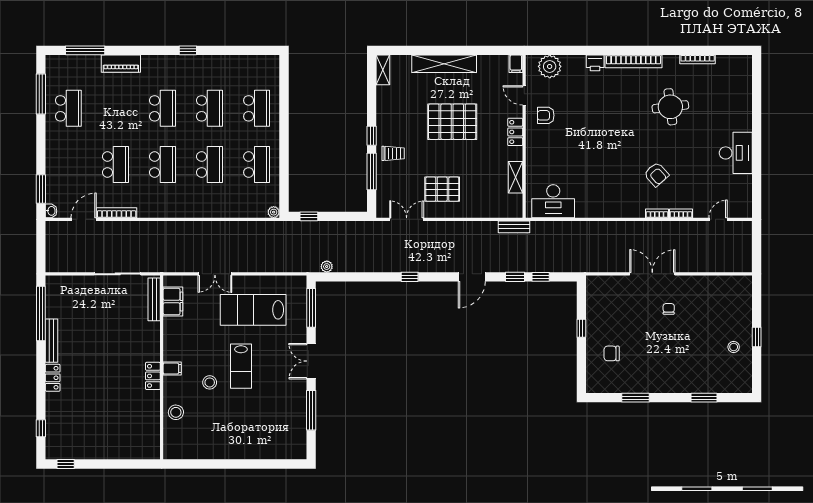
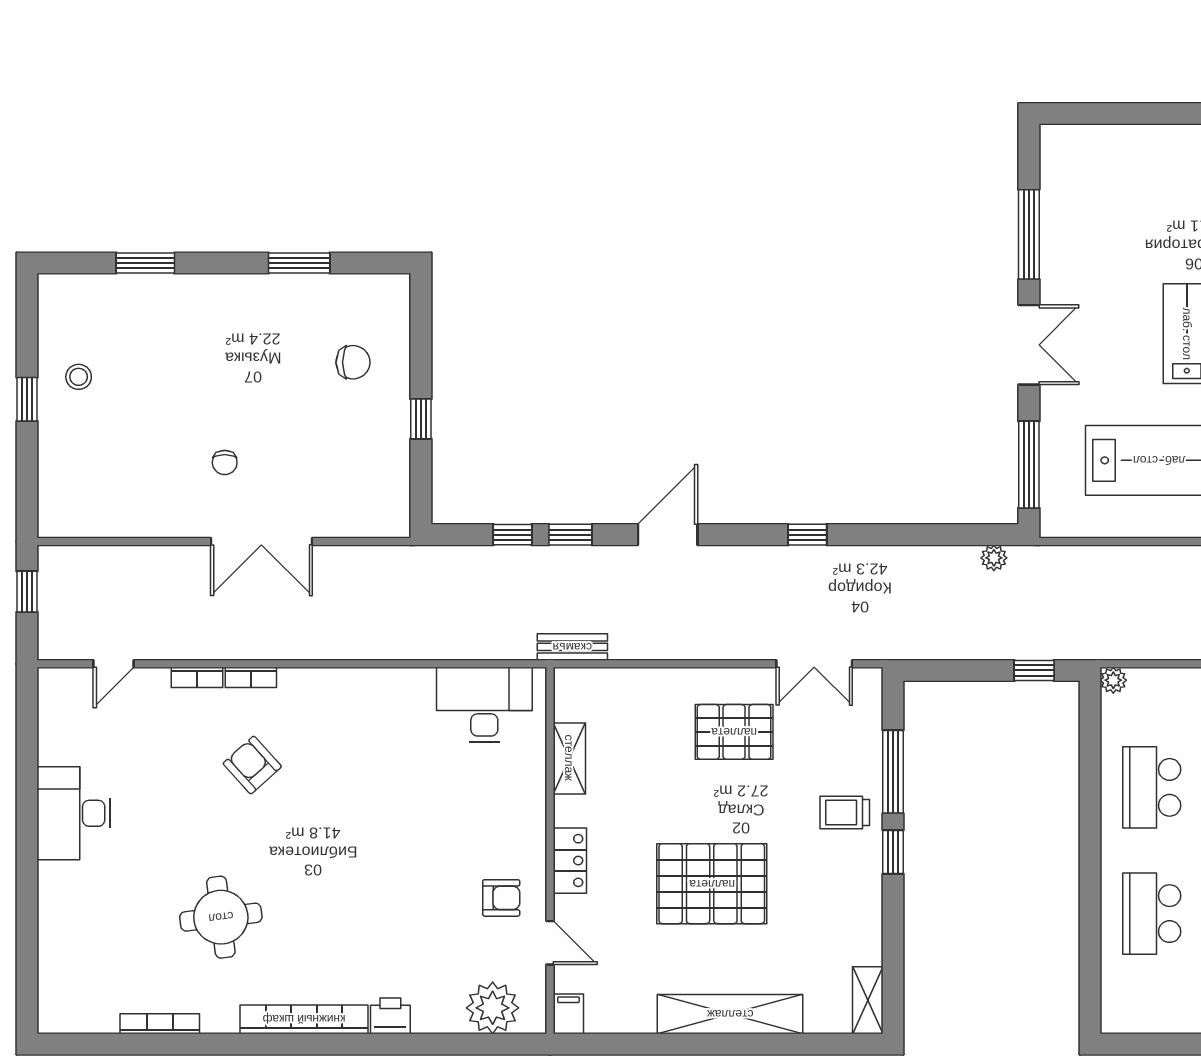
window: (757, 251) -> (27, 592), added

